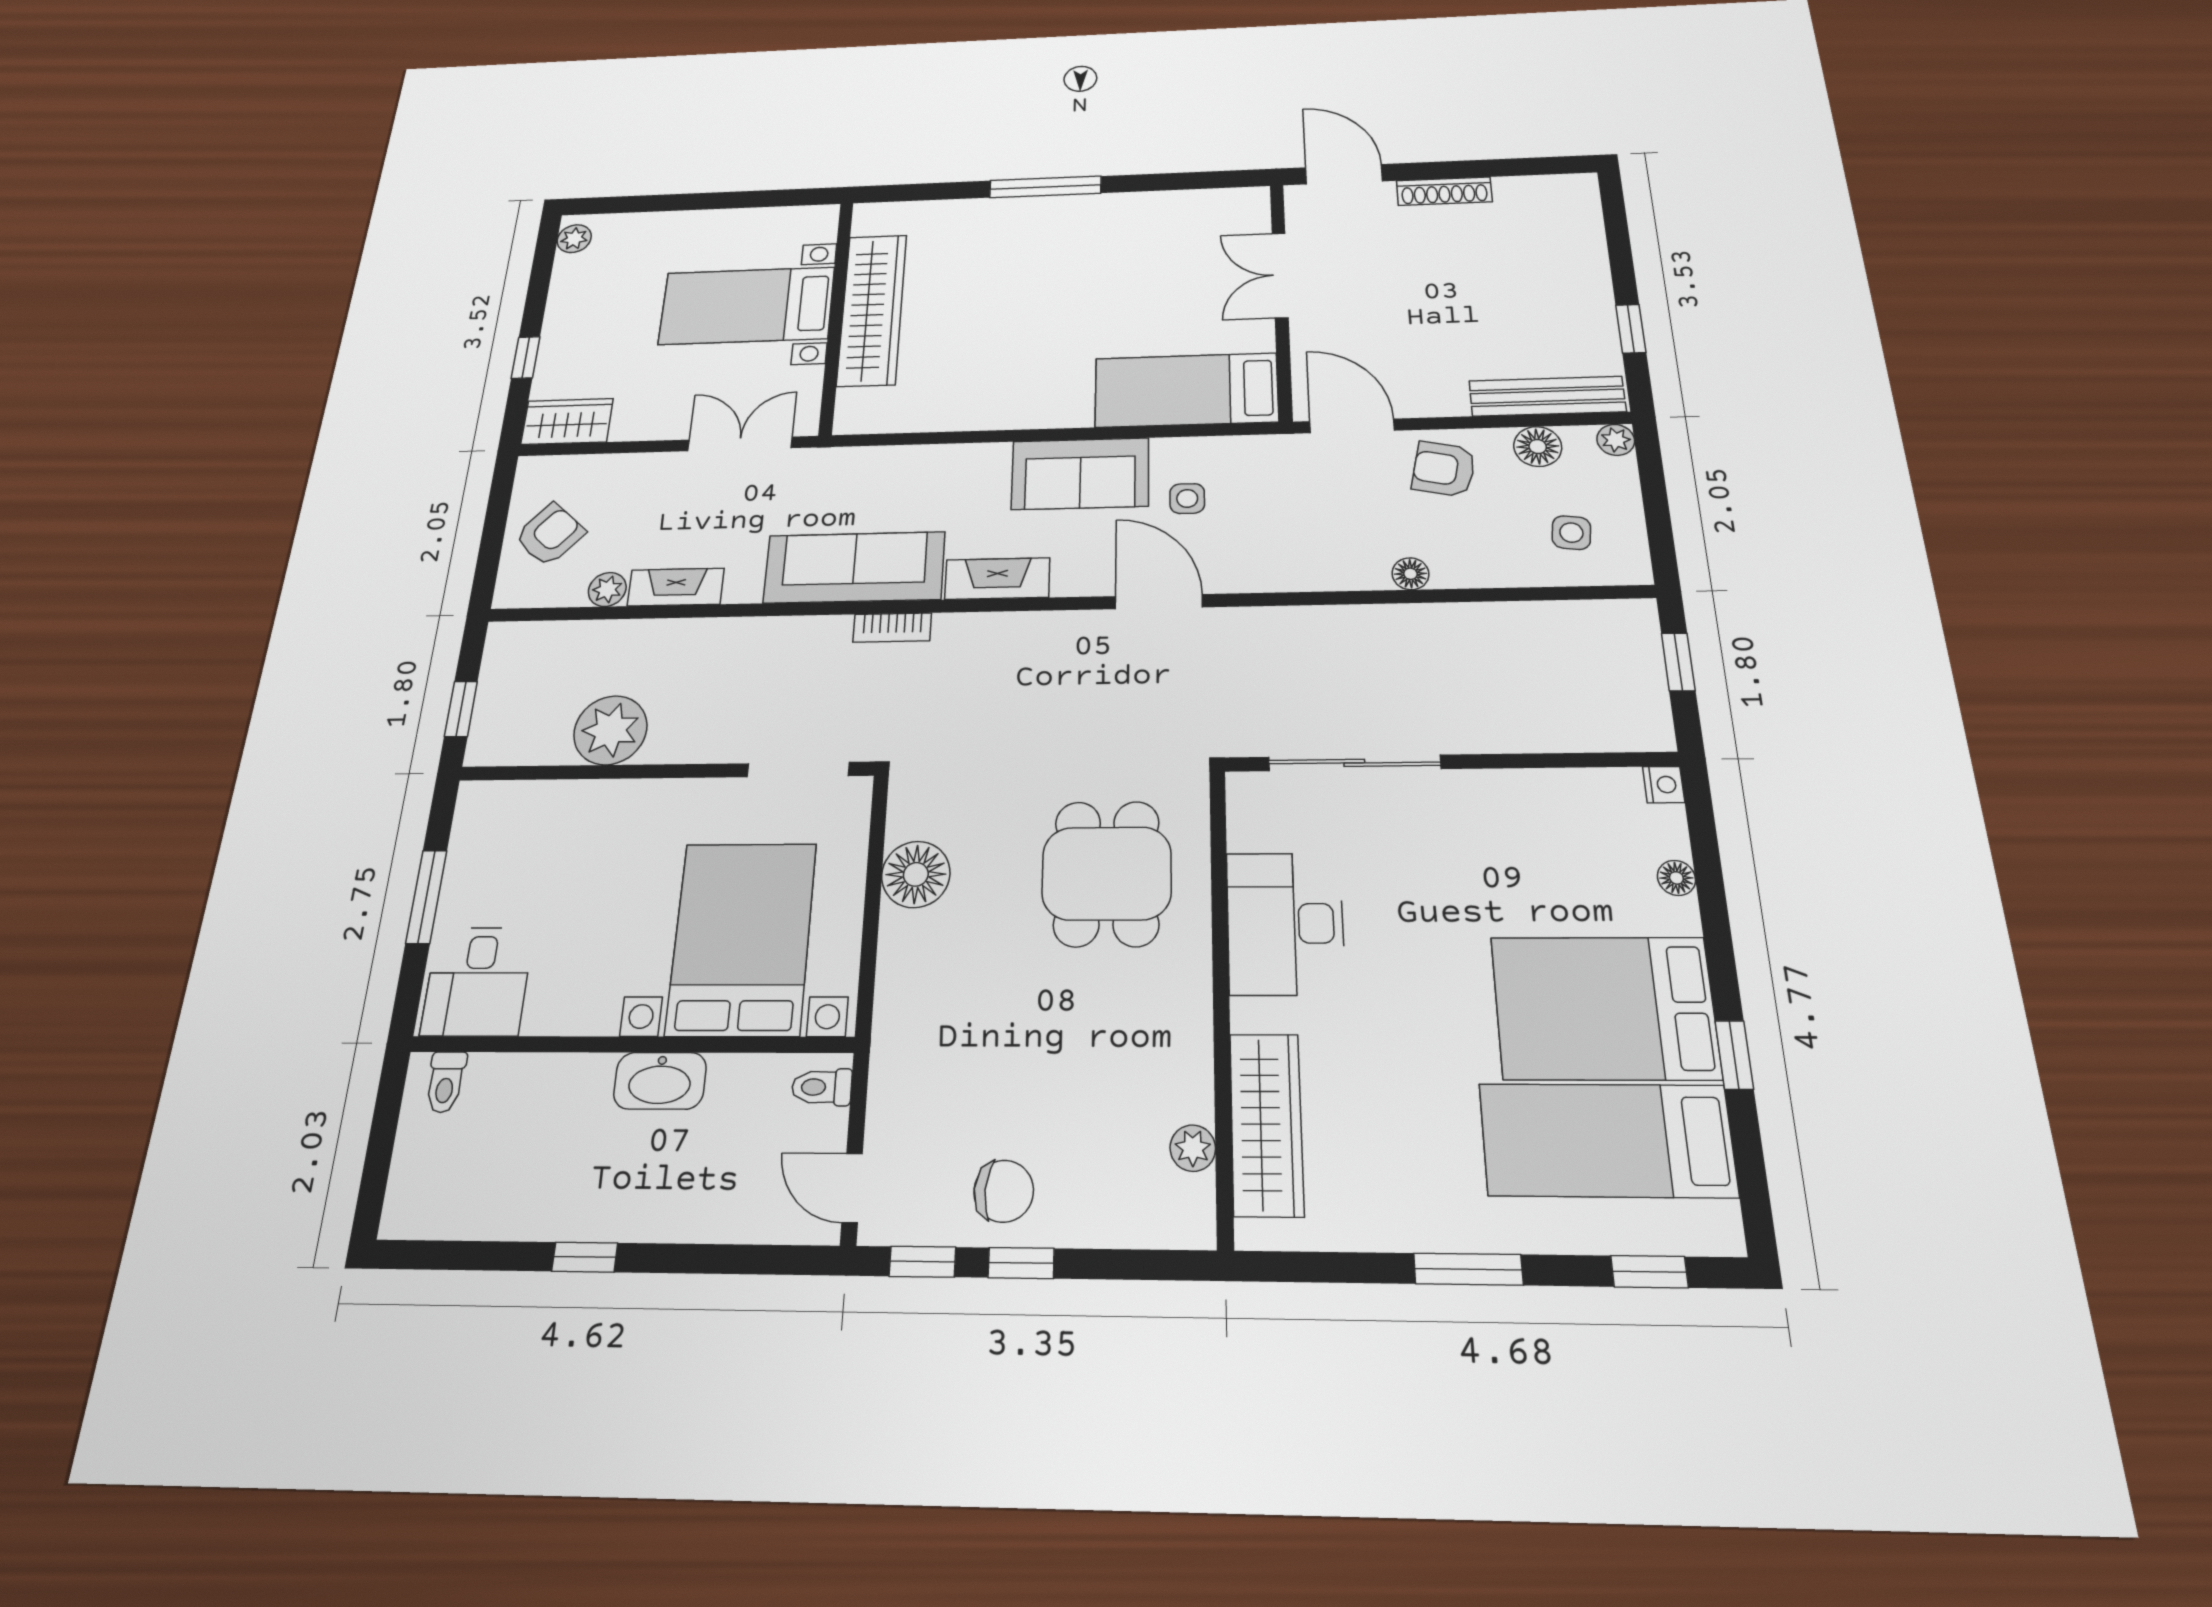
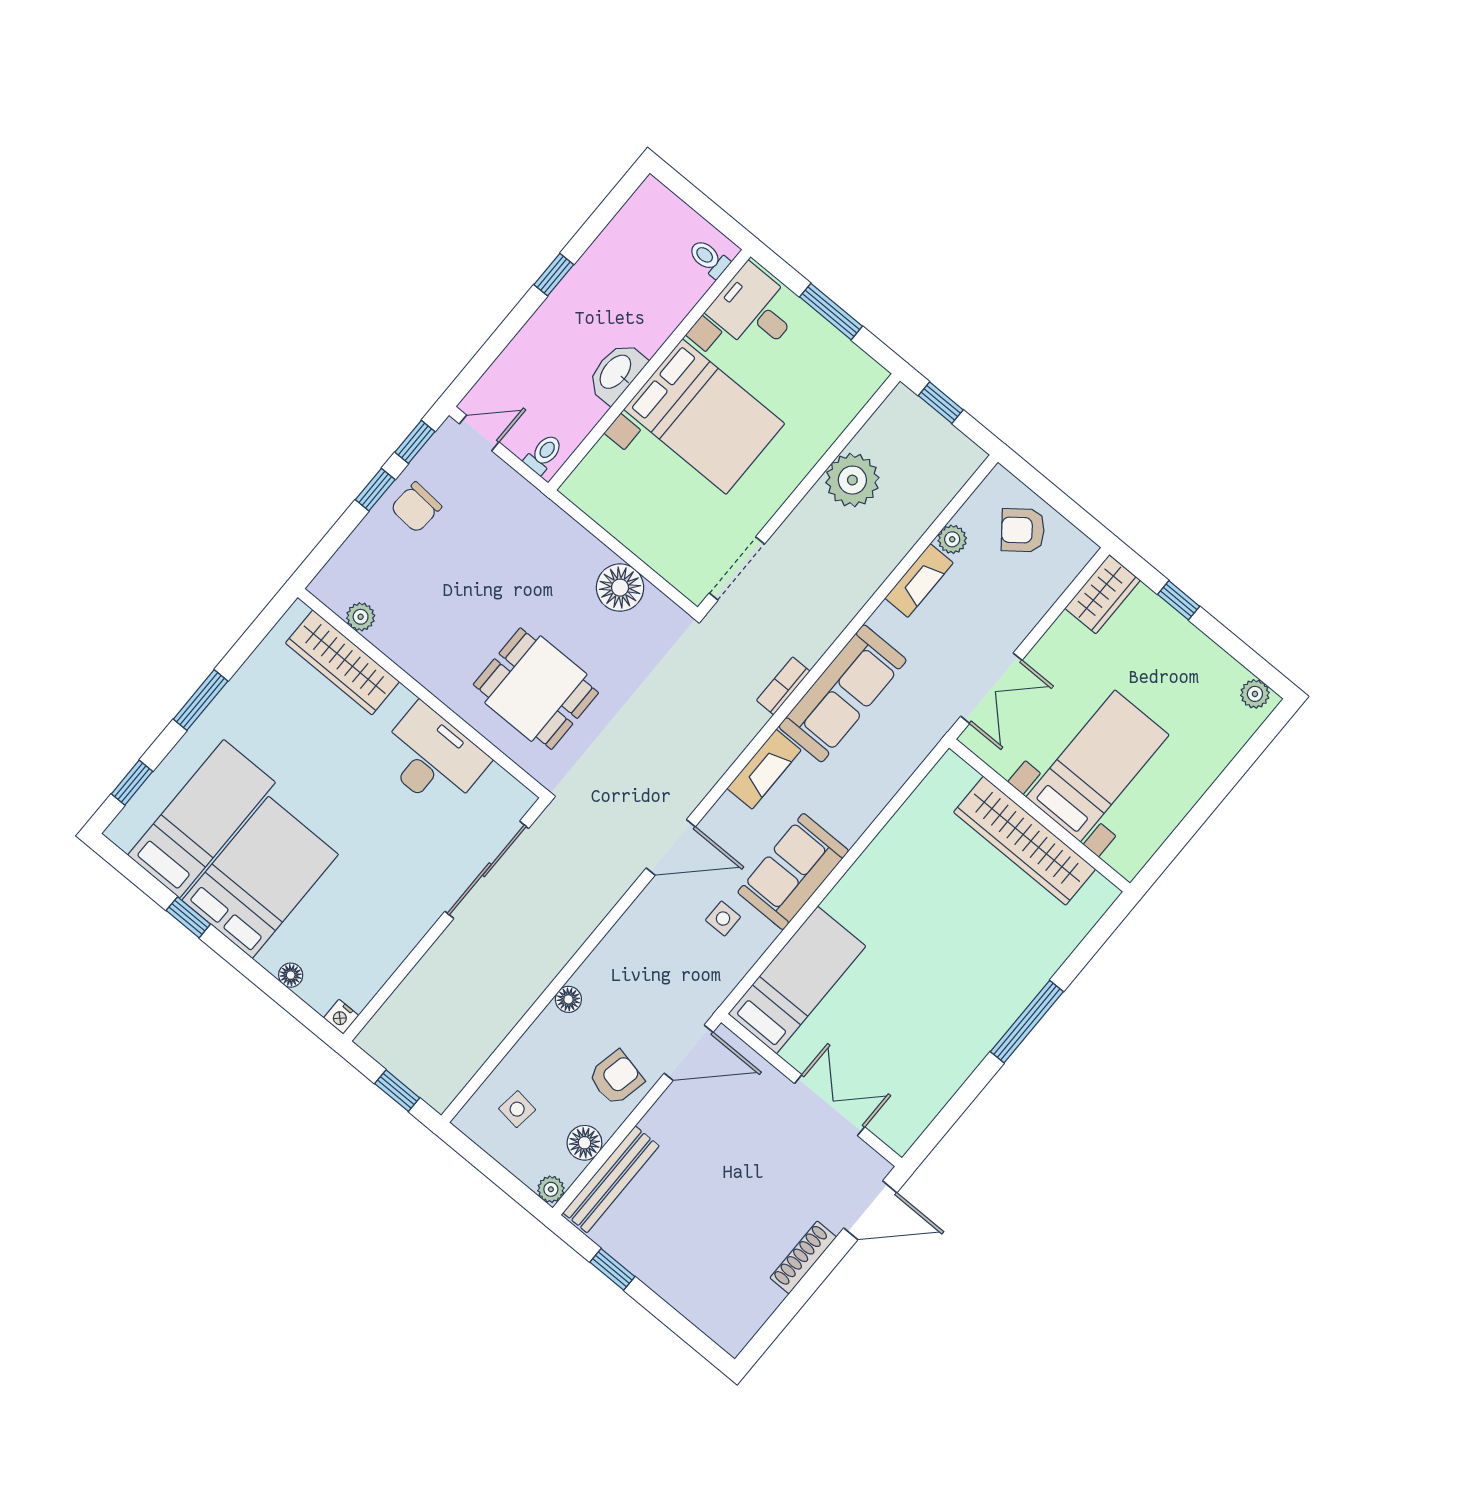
armchair: (550, 535) -> (1023, 530), turned 100
bed with nightstands: (742, 938) -> (704, 417), moved

